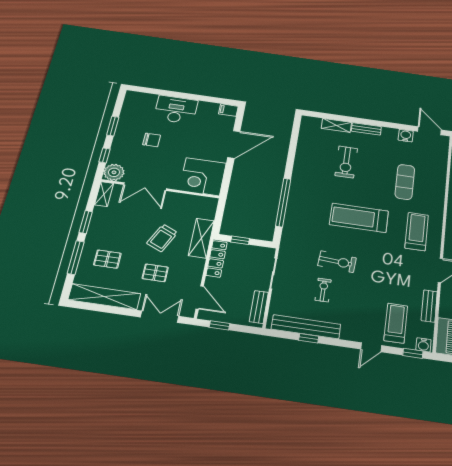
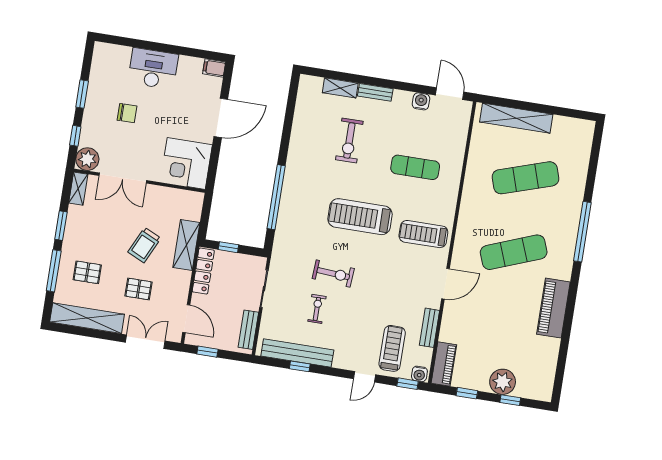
exercise mat: (405, 182) -> (415, 167), turned 90
treadmill: (417, 232) -> (423, 234), turned -90

